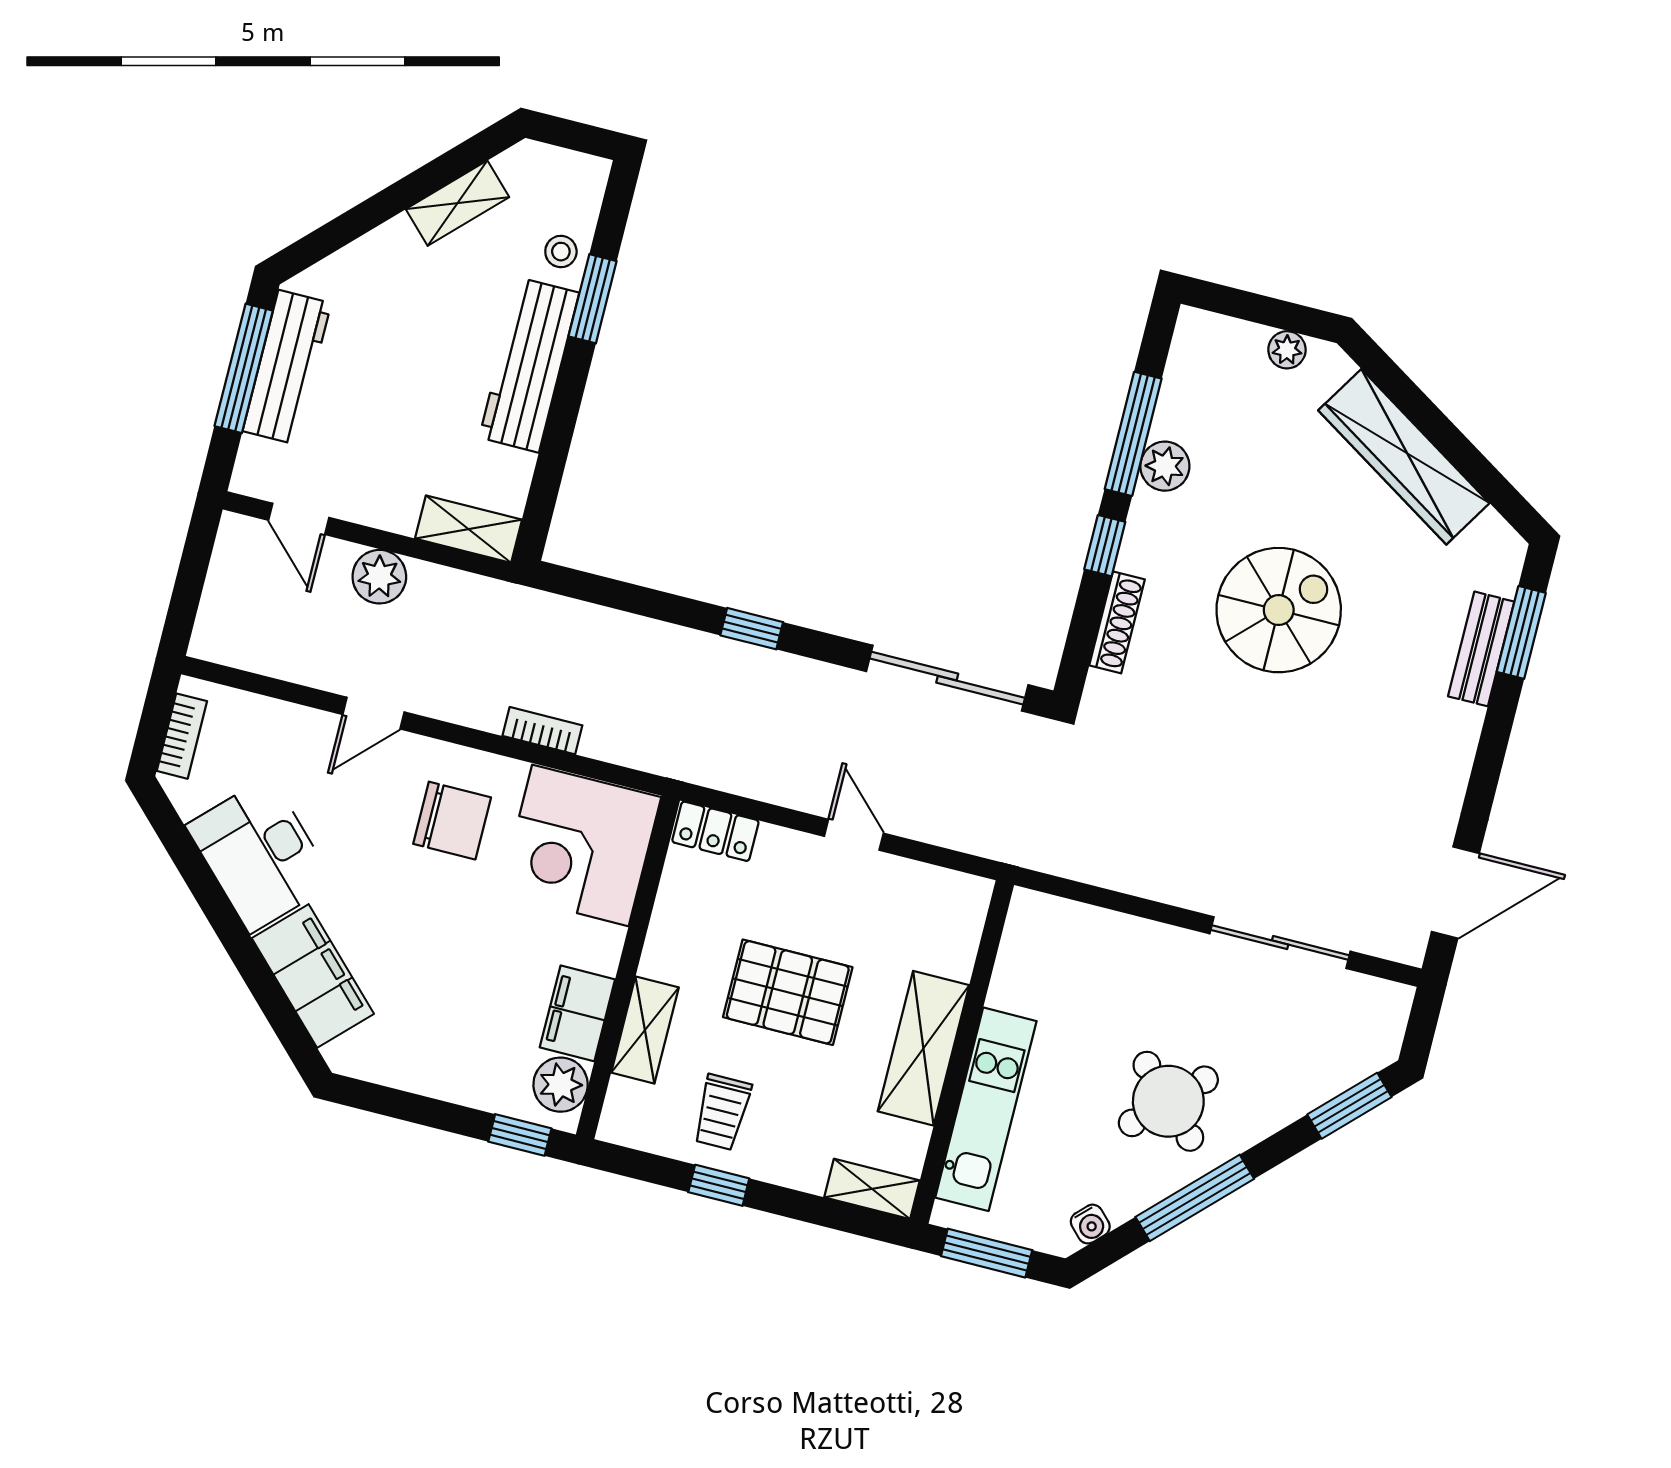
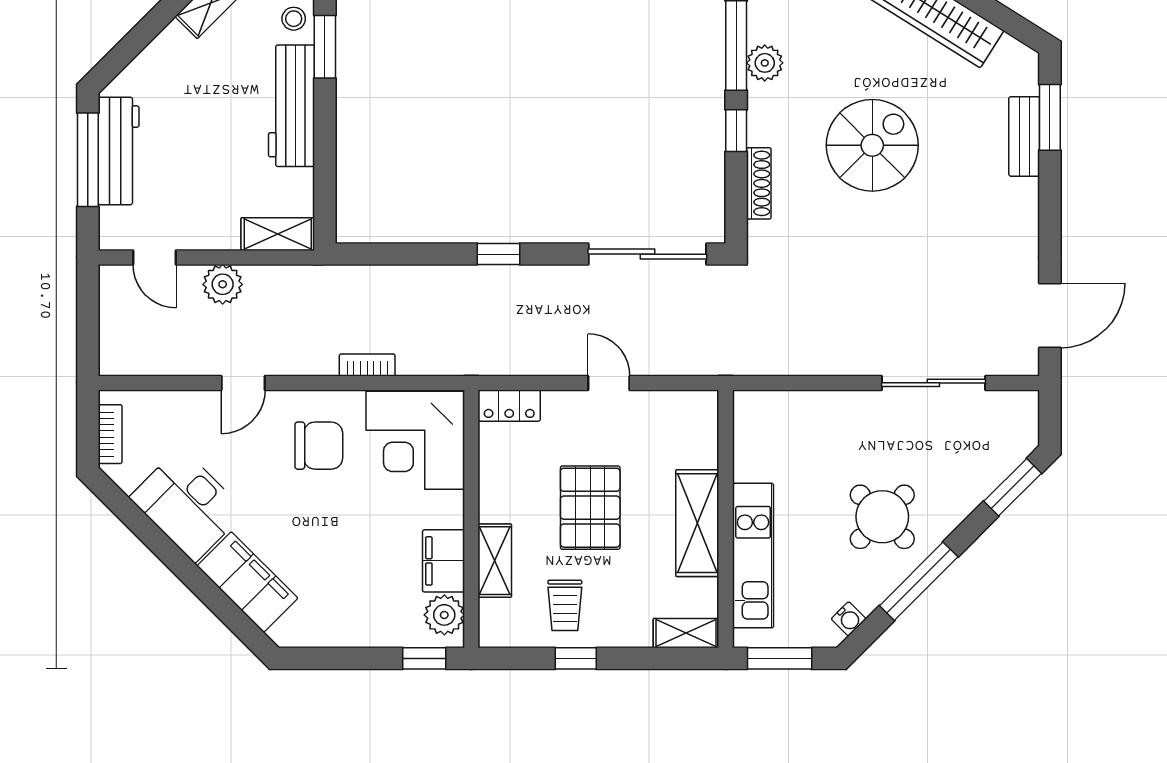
pallet: (788, 992) -> (590, 508), turned 90

